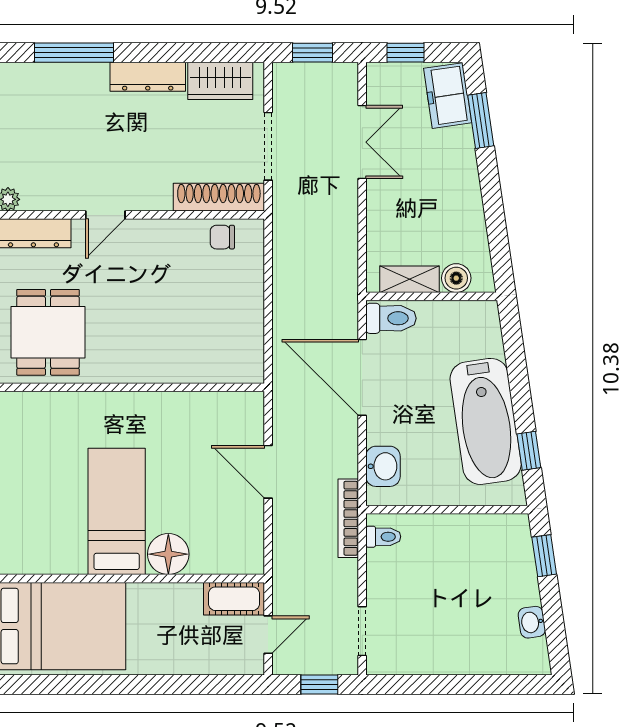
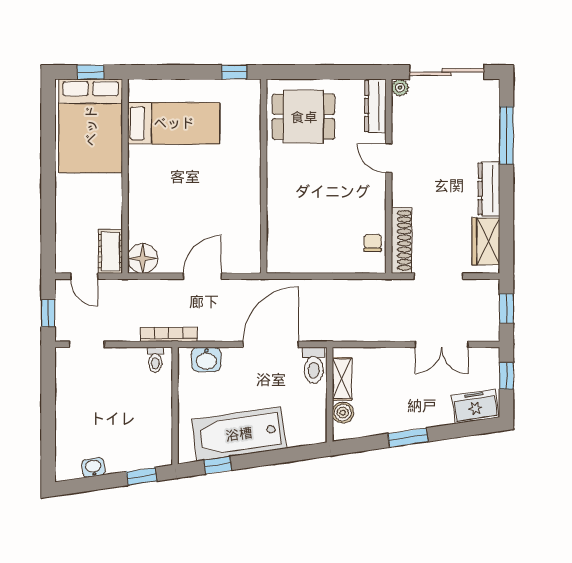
window: (481, 120) -> (408, 438), moved
bed: (117, 511) -> (174, 123), moved
floor lamp: (168, 554) -> (143, 258), moved

